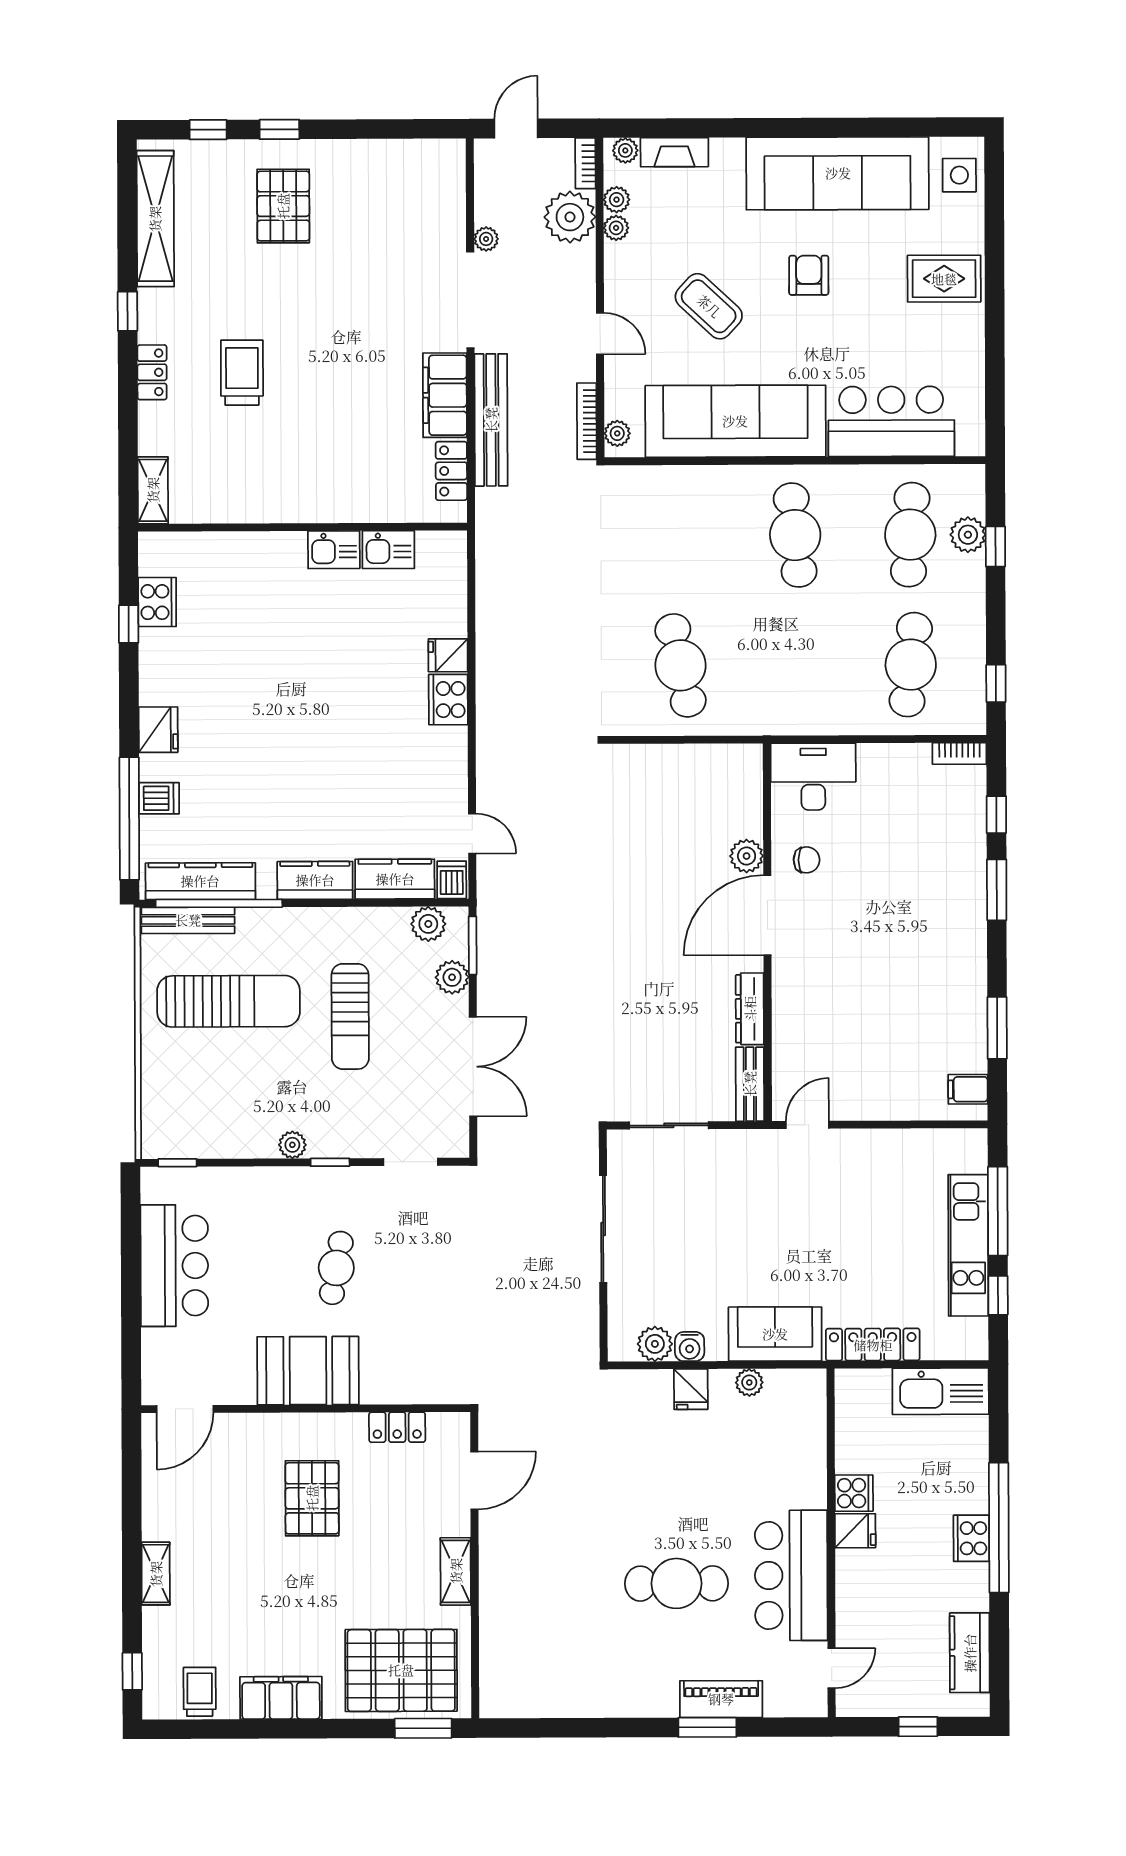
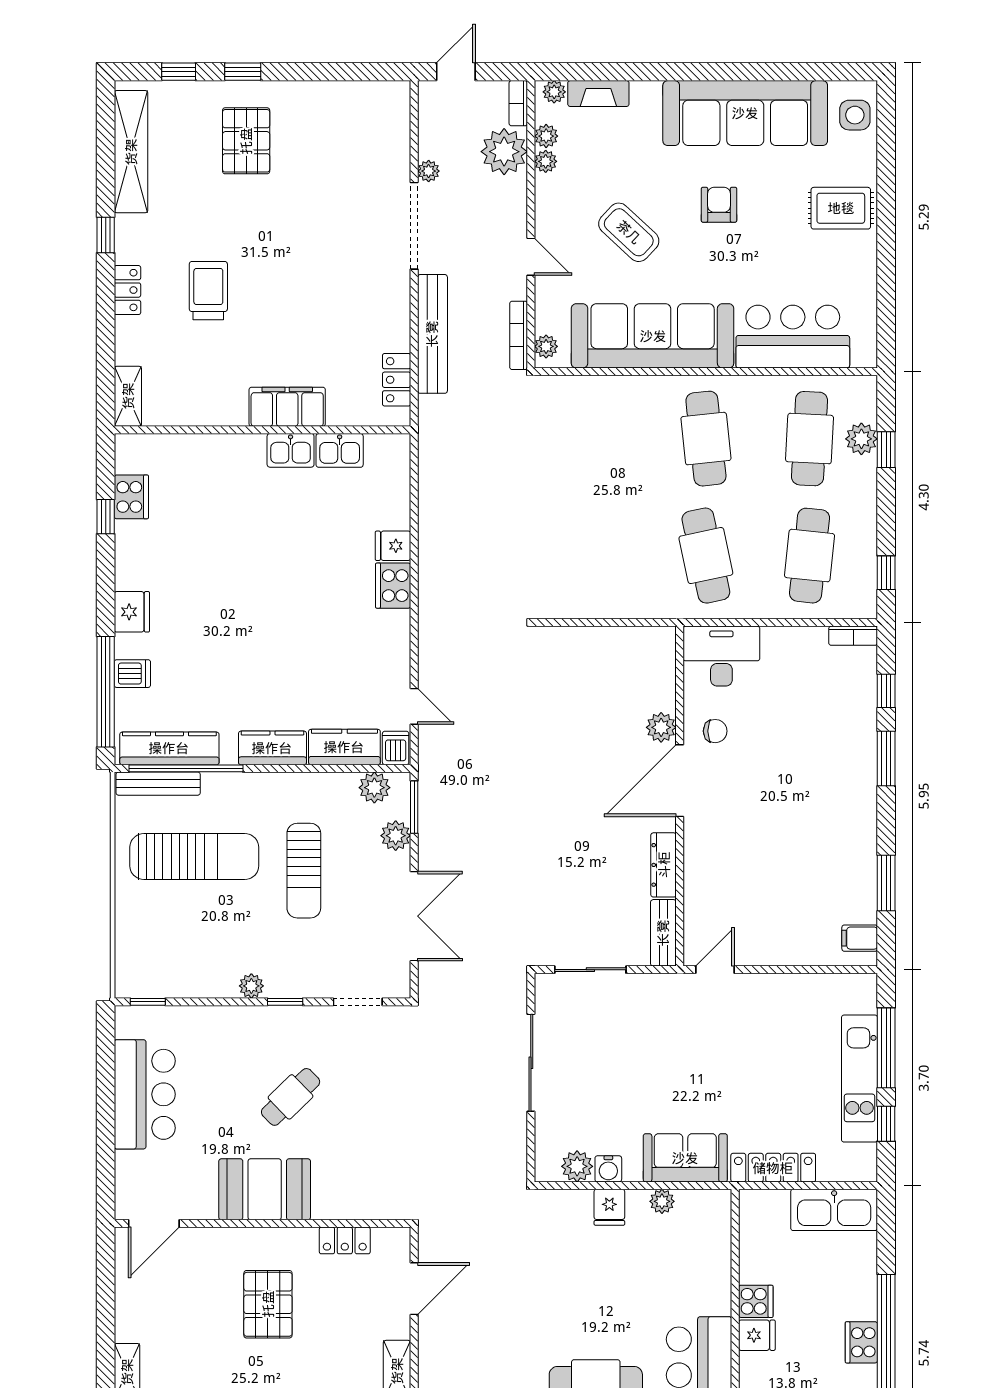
filing cabinet: (445, 395) -> (287, 407), moved, turned 90
cafe table: (680, 665) -> (706, 556), moved
cafe table: (336, 1268) -> (291, 1097), turned 36

